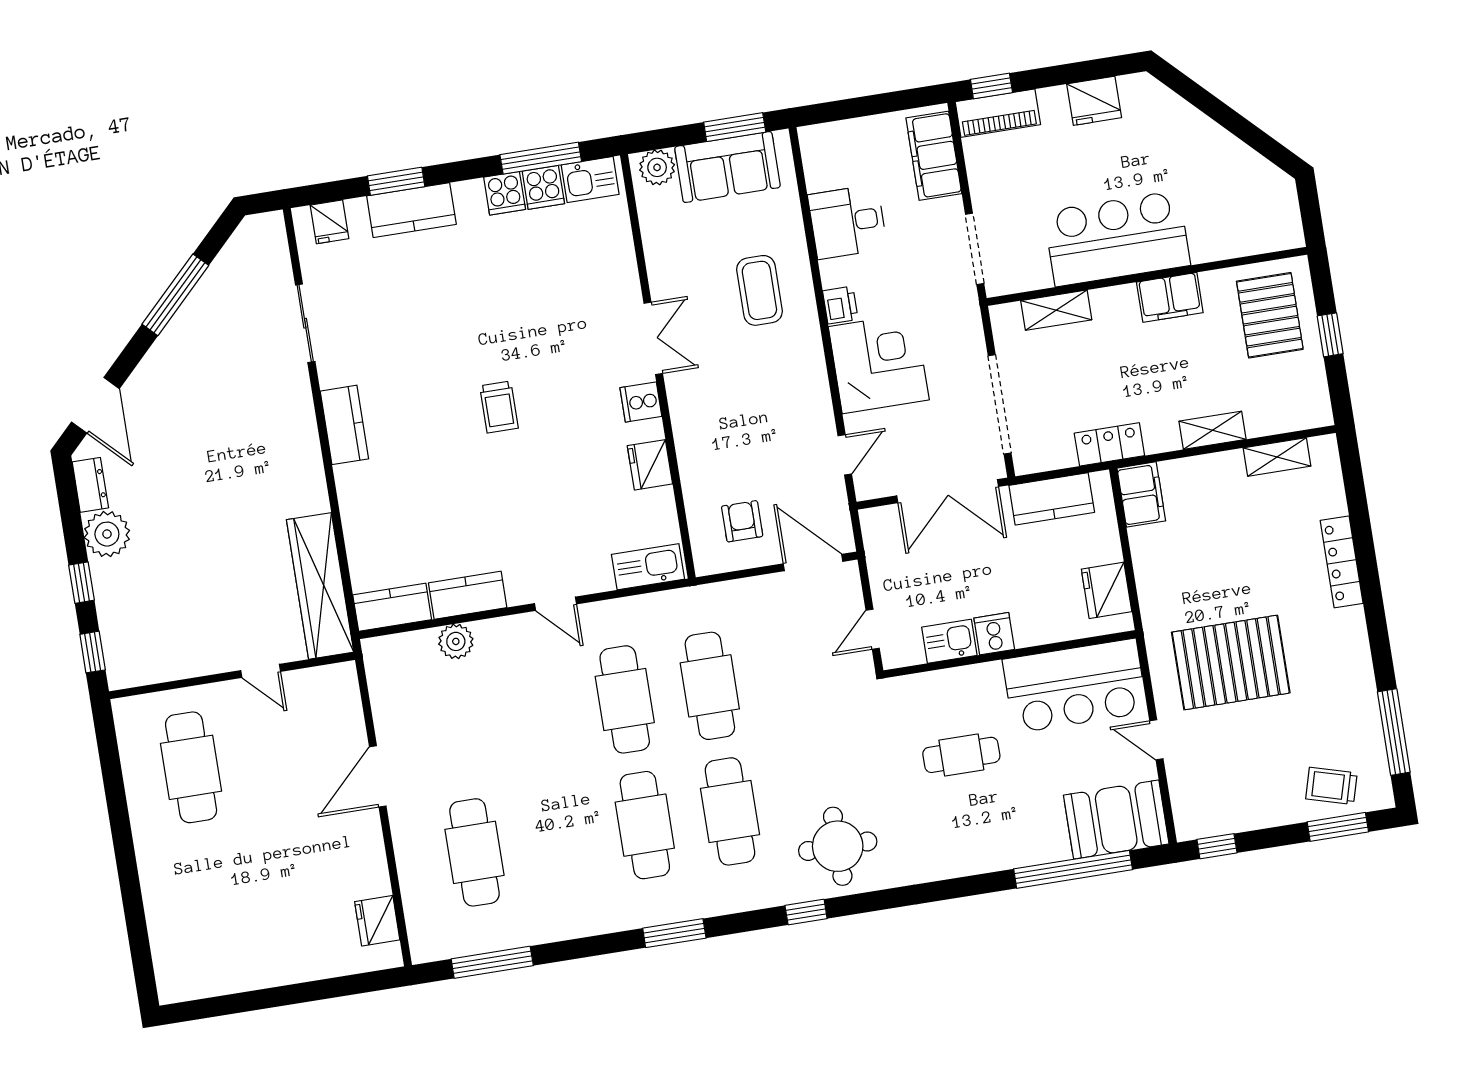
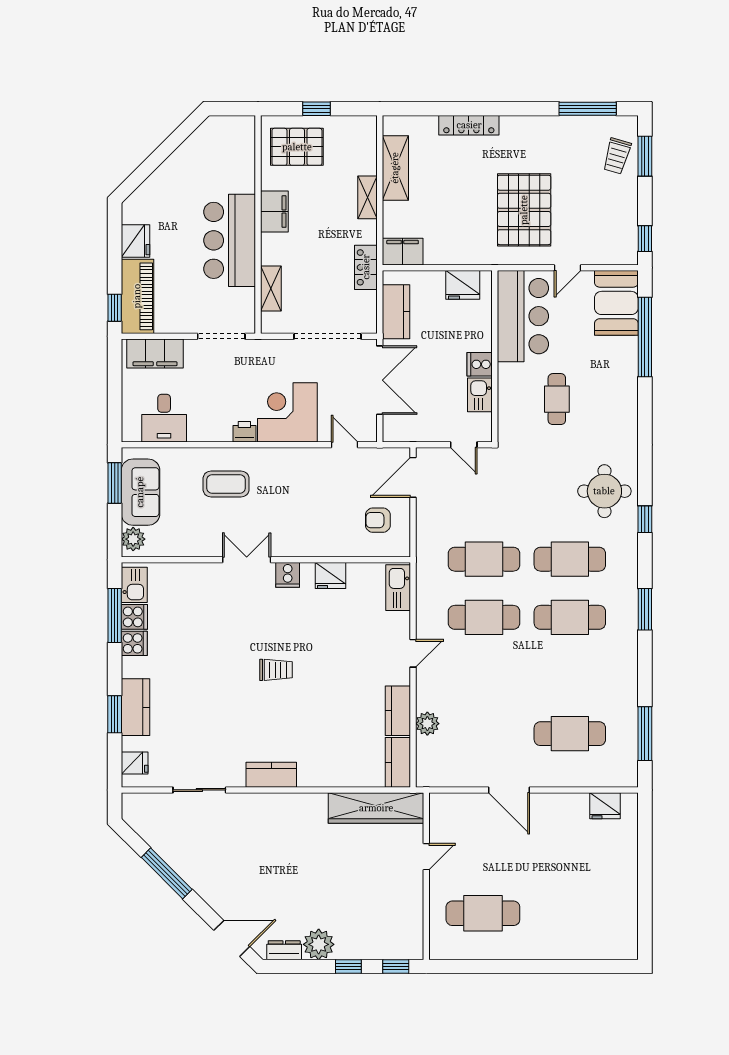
piano: (998, 113) -> (137, 296), width x1.37, depth x1.33
desk: (847, 222) -> (164, 418), moved
shelving: (1277, 457) -> (395, 168), width x1.50, depth x1.33

